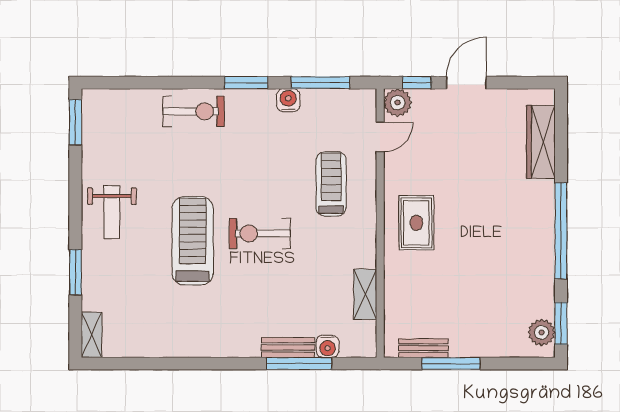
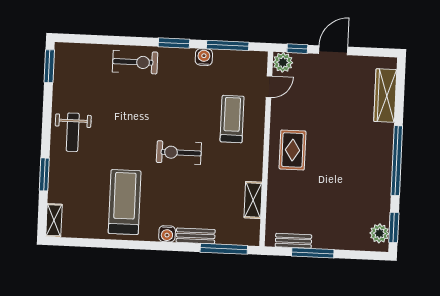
treadmill: (193, 241) -> (125, 202), moved
water cooler: (328, 346) -> (167, 234), moved
window: (299, 364) -> (224, 249), moved

